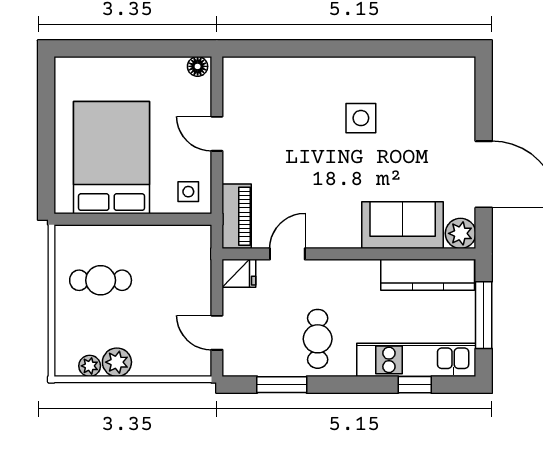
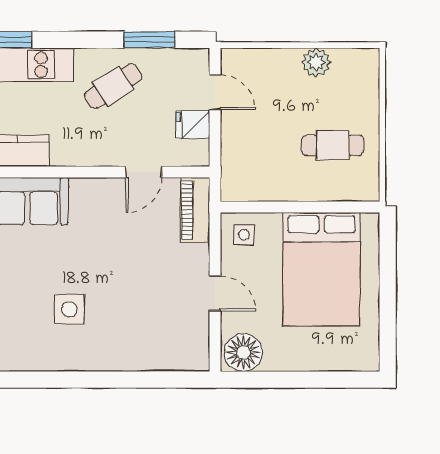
floor lamp: (198, 66) -> (243, 352), width x1.89, depth x1.89
fridge: (239, 273) -> (193, 125), moved
cafe table: (318, 339) -> (113, 86), turned 57
plant: (90, 366) -> (344, 59), removed

